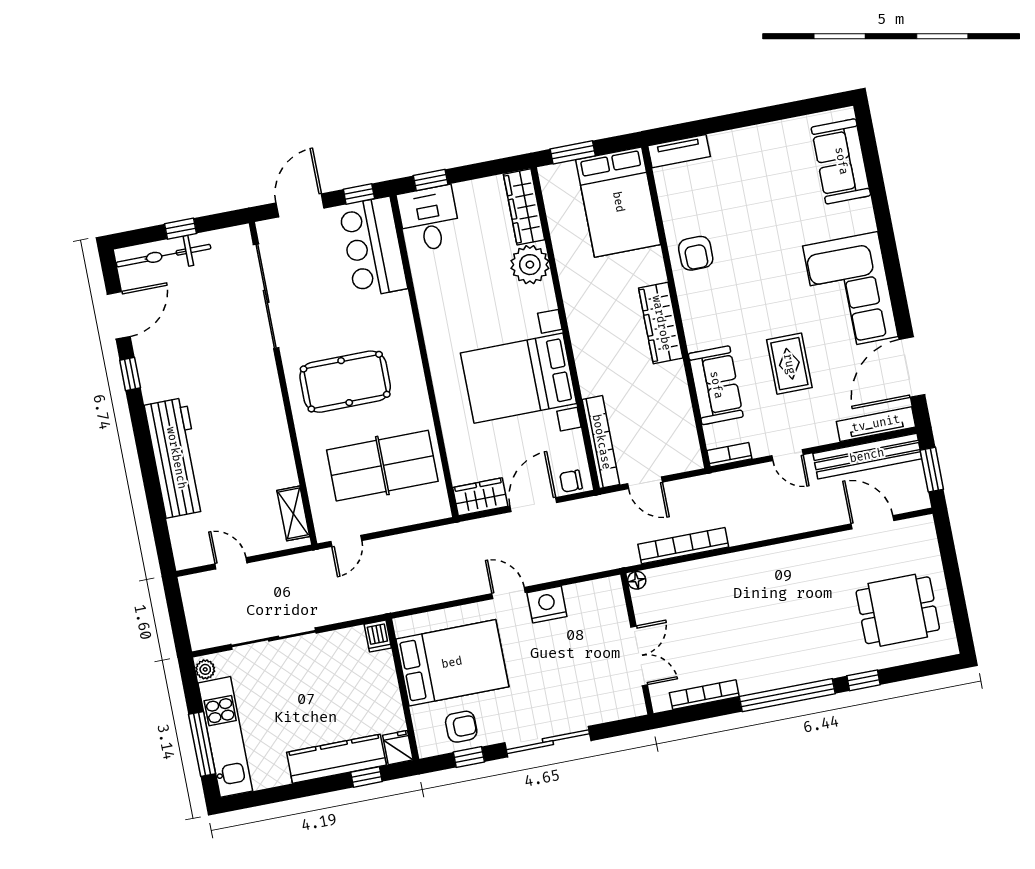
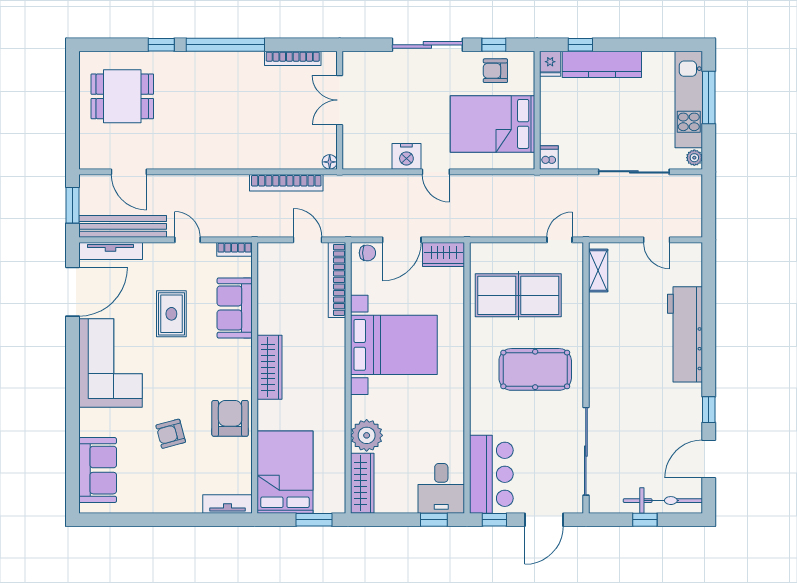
armchair: (763, 221) -> (171, 434), added
armchair: (696, 253) -> (230, 418), width x1.38, depth x1.38

